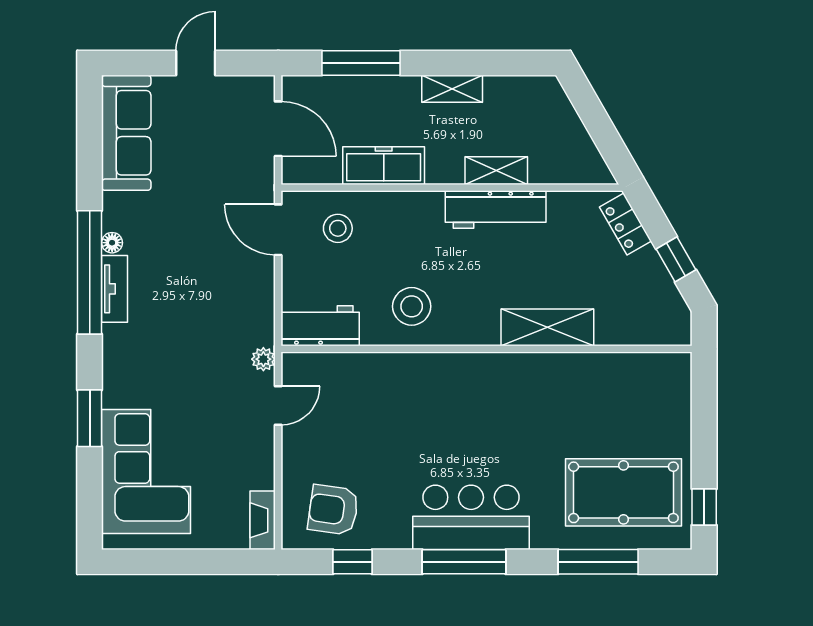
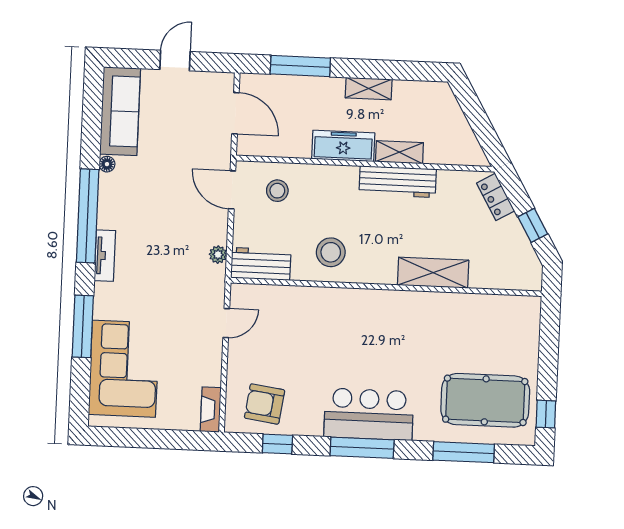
freezer: (384, 166) -> (343, 146), moved
floor lamp: (112, 243) -> (107, 164), moved
tv unit: (115, 289) -> (105, 256), moved
plant: (263, 359) -> (218, 255), moved
window: (90, 418) -> (83, 326), width x1.44

